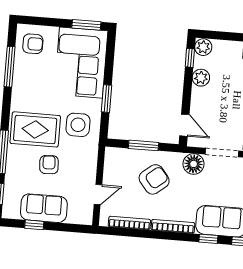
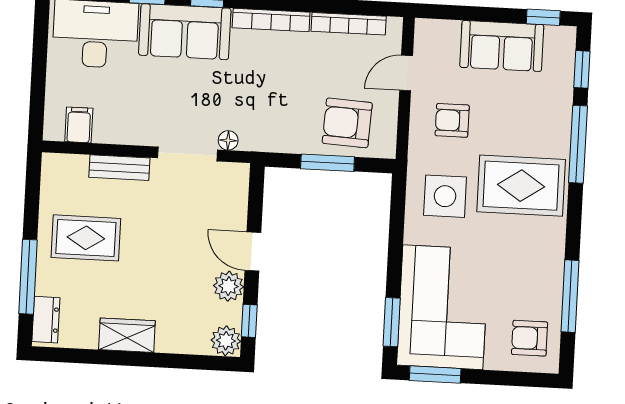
window: (107, 99) -> (392, 322), moved
door: (184, 125) -> (253, 252), moved
floor lamp: (194, 164) -> (228, 140), width x0.53, depth x0.53
armchair: (49, 165) -> (452, 120), moved, turned 93
armchair: (154, 179) -> (347, 123), moved, turned 42
window: (34, 225) -> (543, 17), moved

